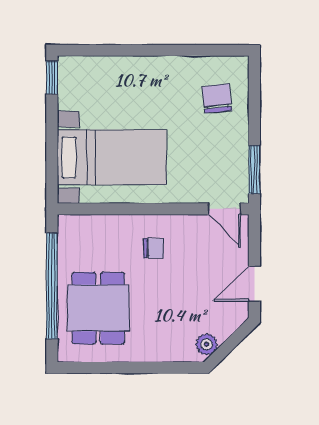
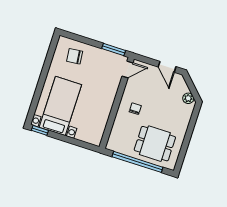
bed with nightstands: (112, 157) -> (60, 106), moved

